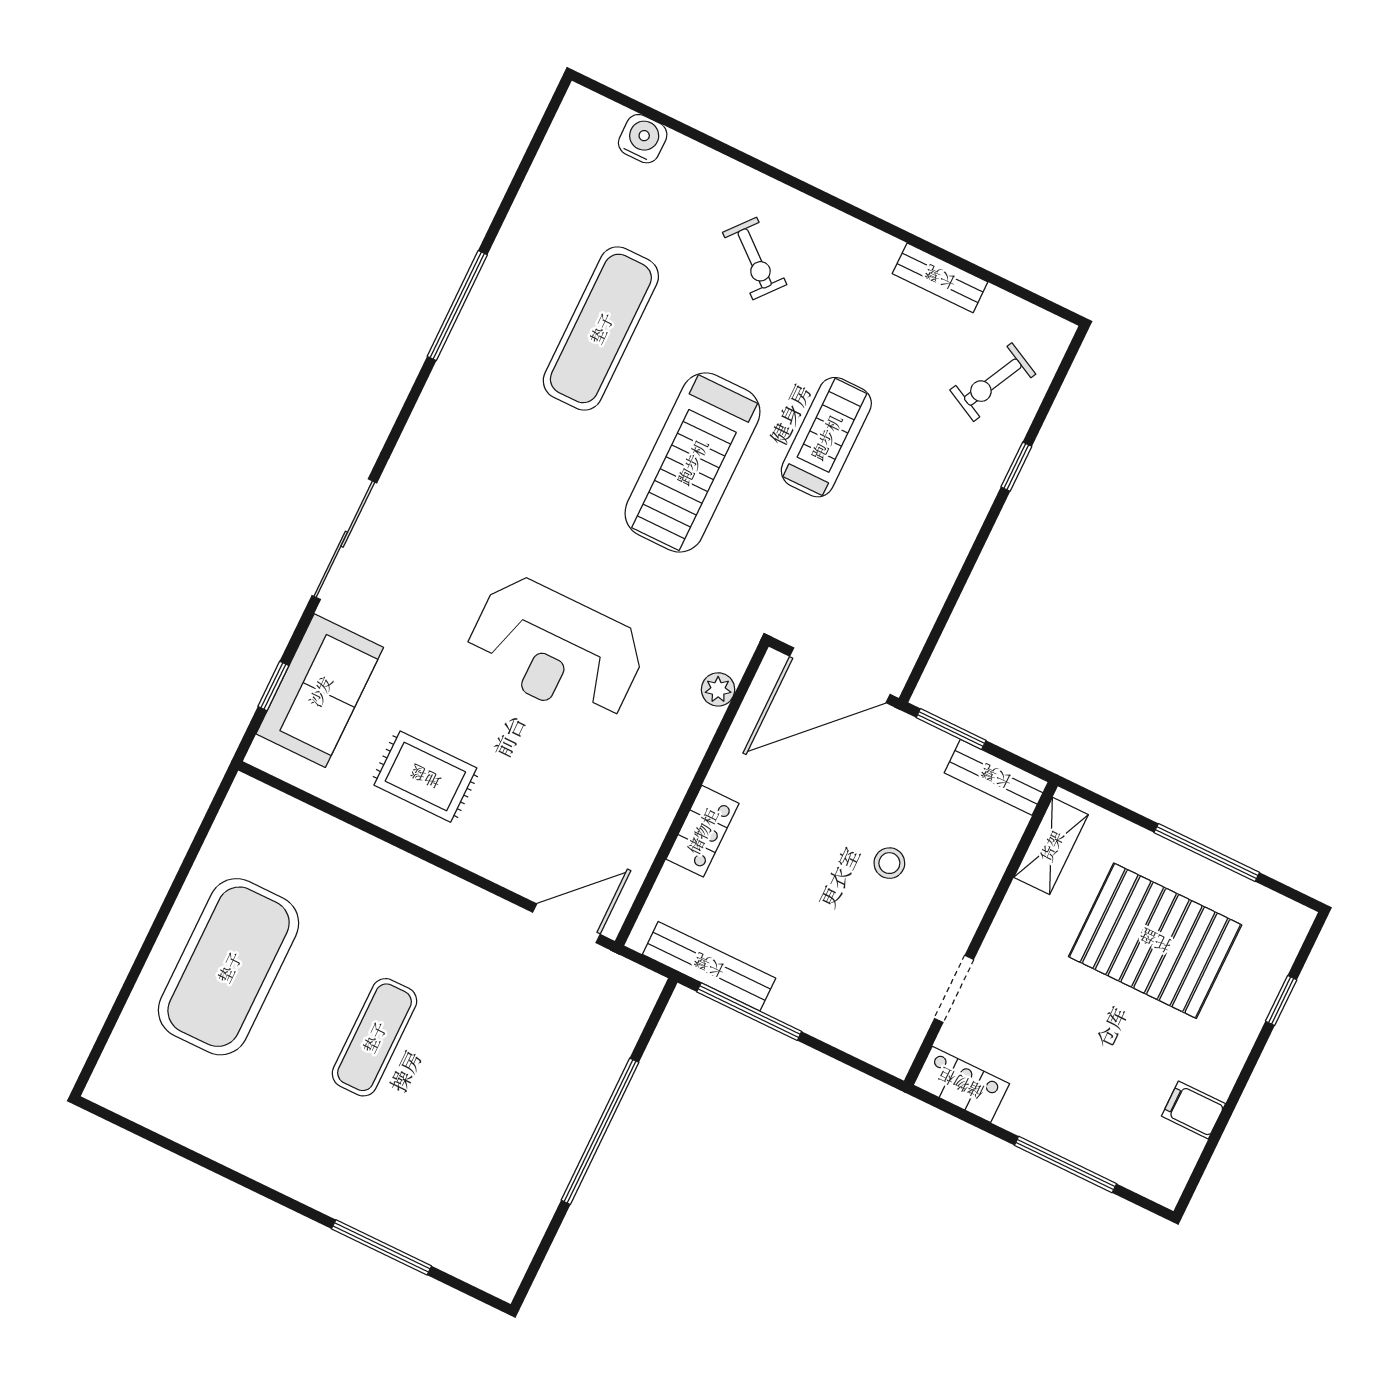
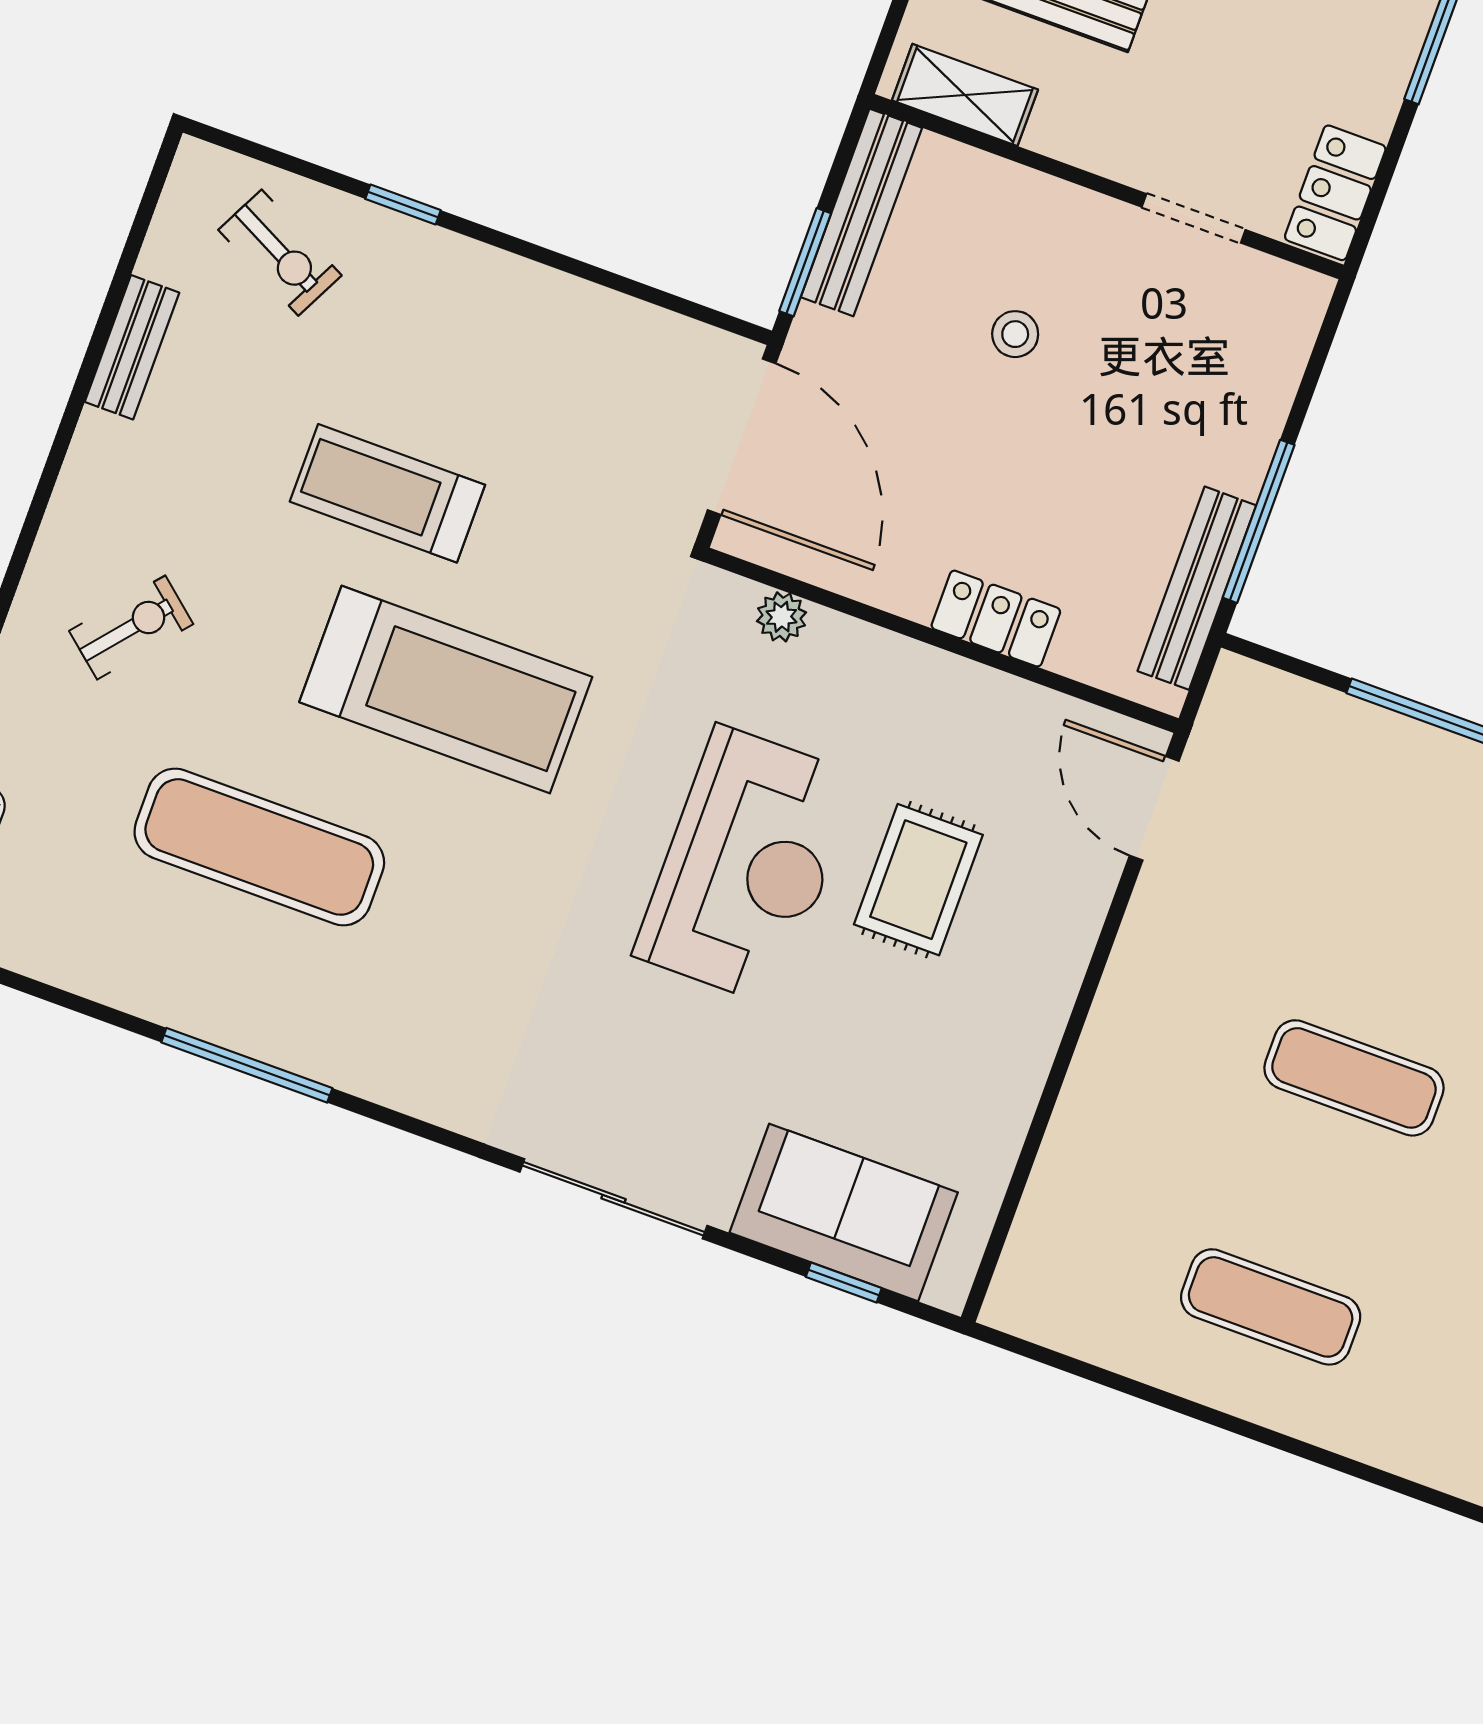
rug: (425, 777) -> (918, 880), moved
bench: (996, 777) -> (861, 212), width x1.36
exercise mat: (229, 967) -> (1271, 1307), width x0.50, depth x0.69

